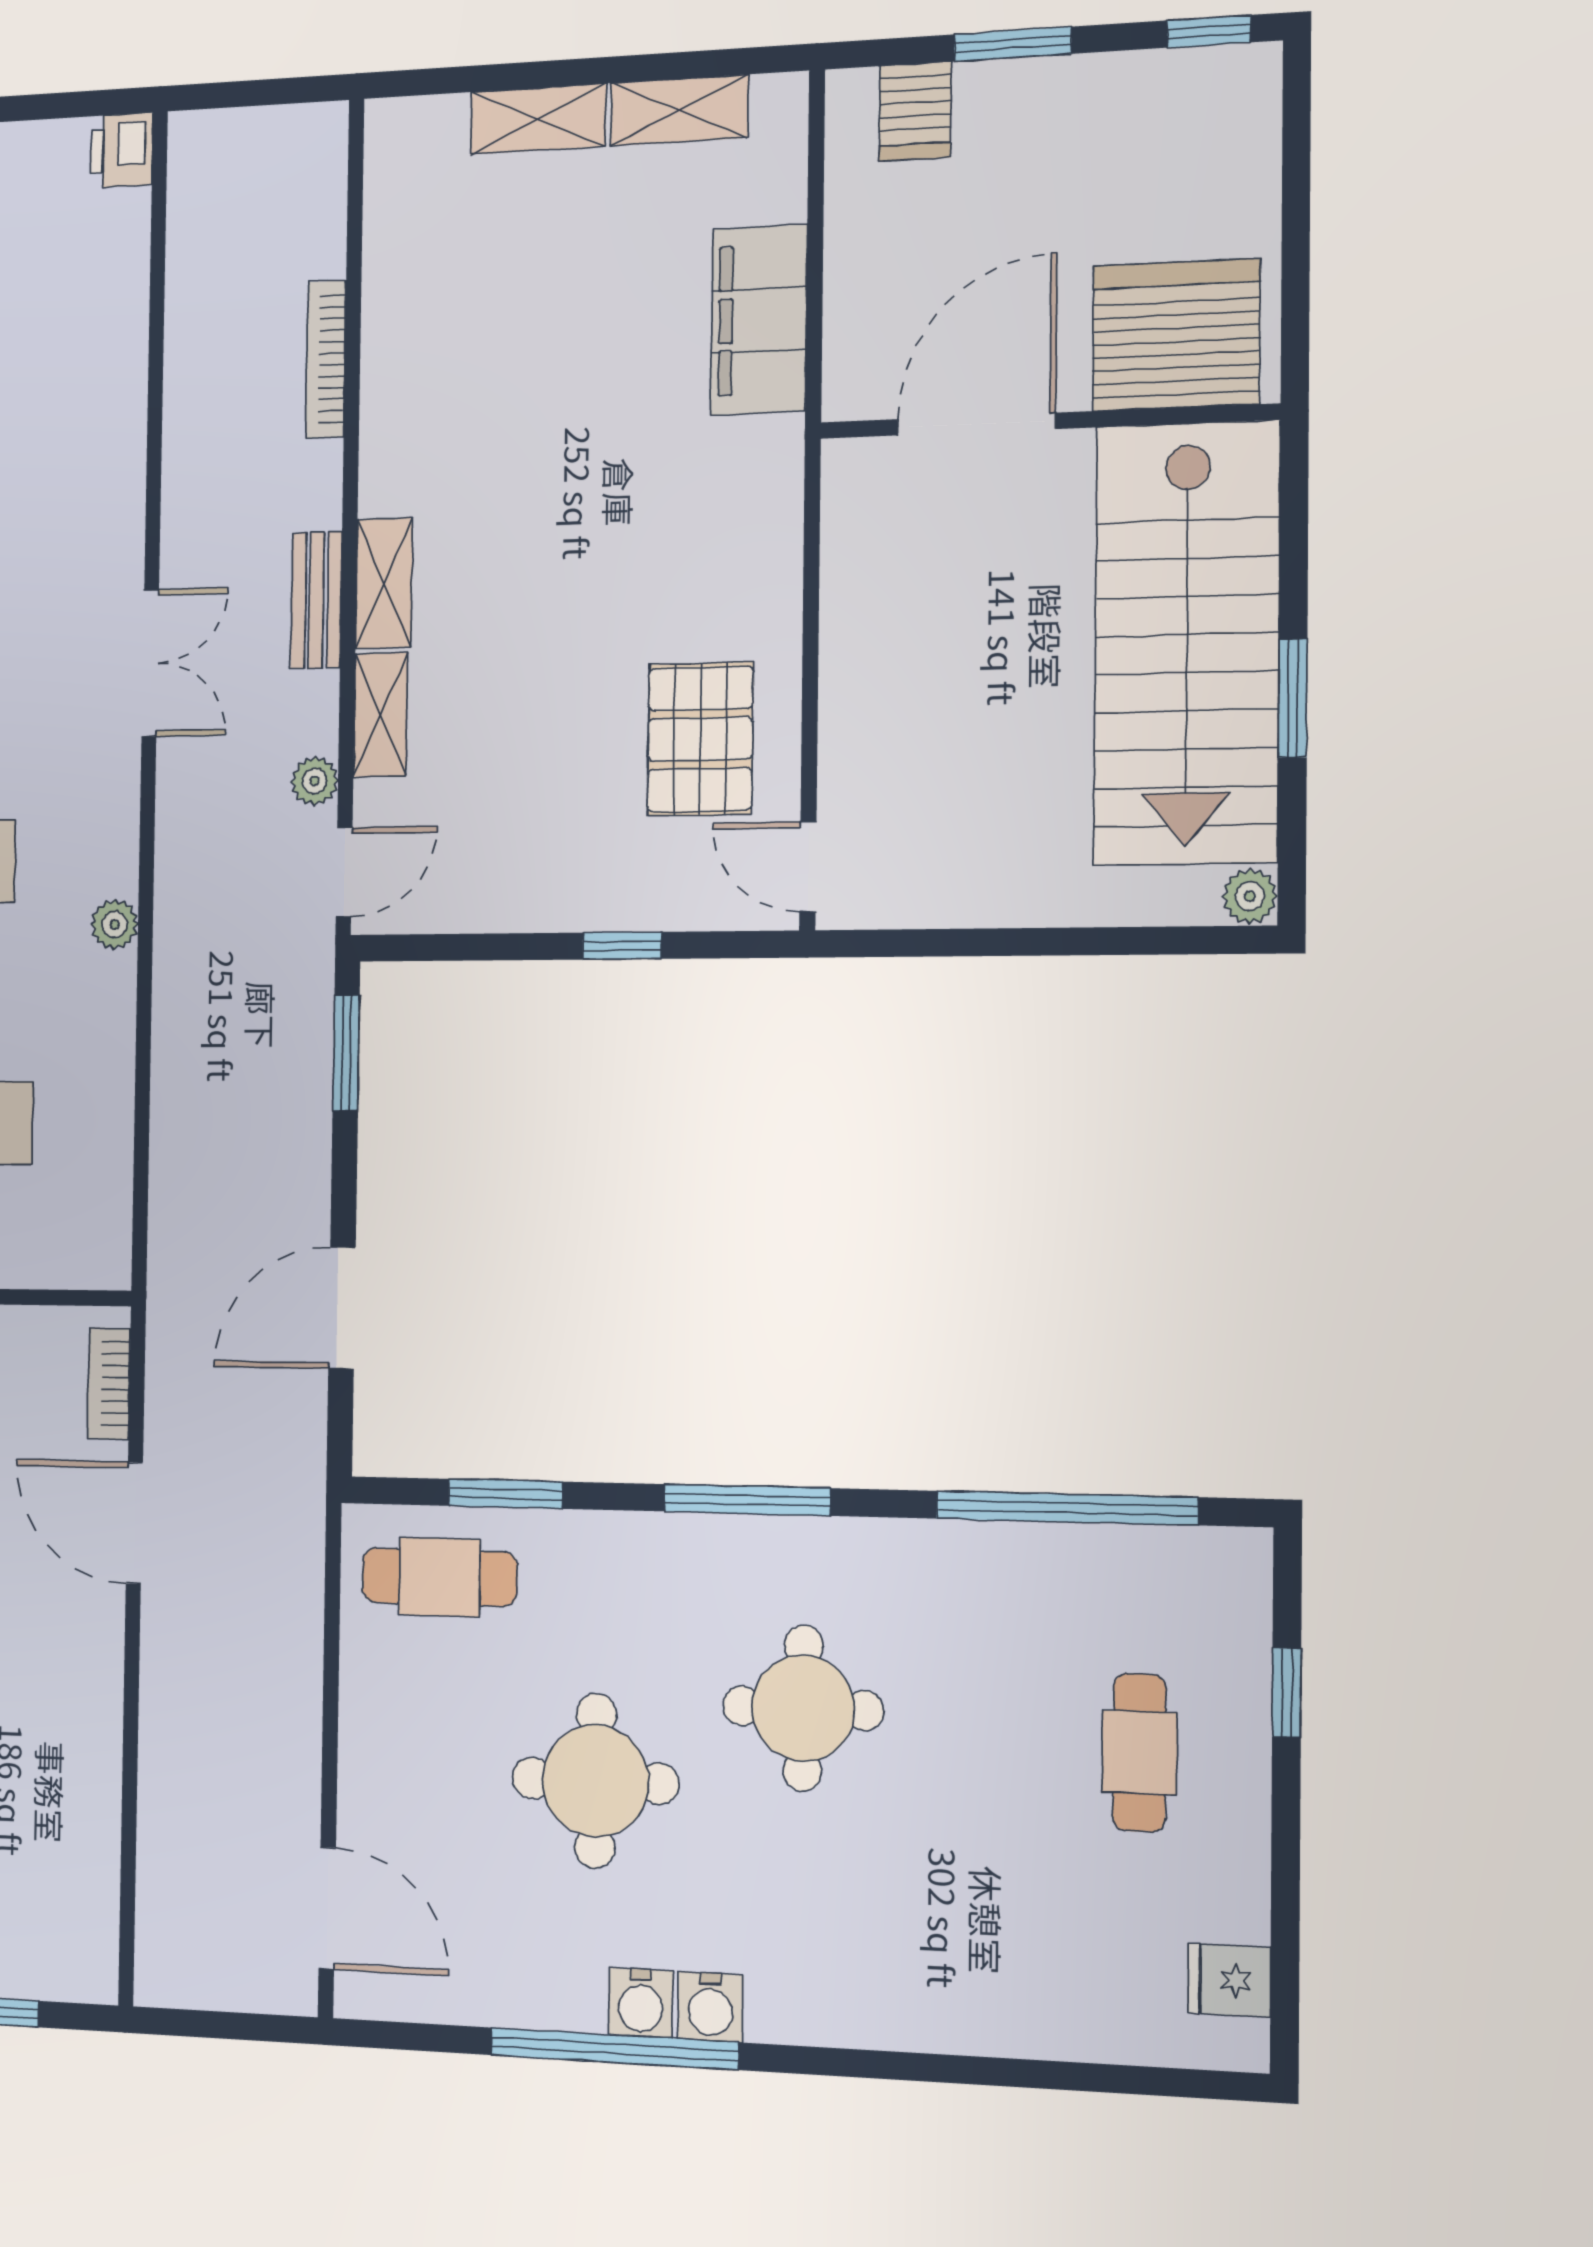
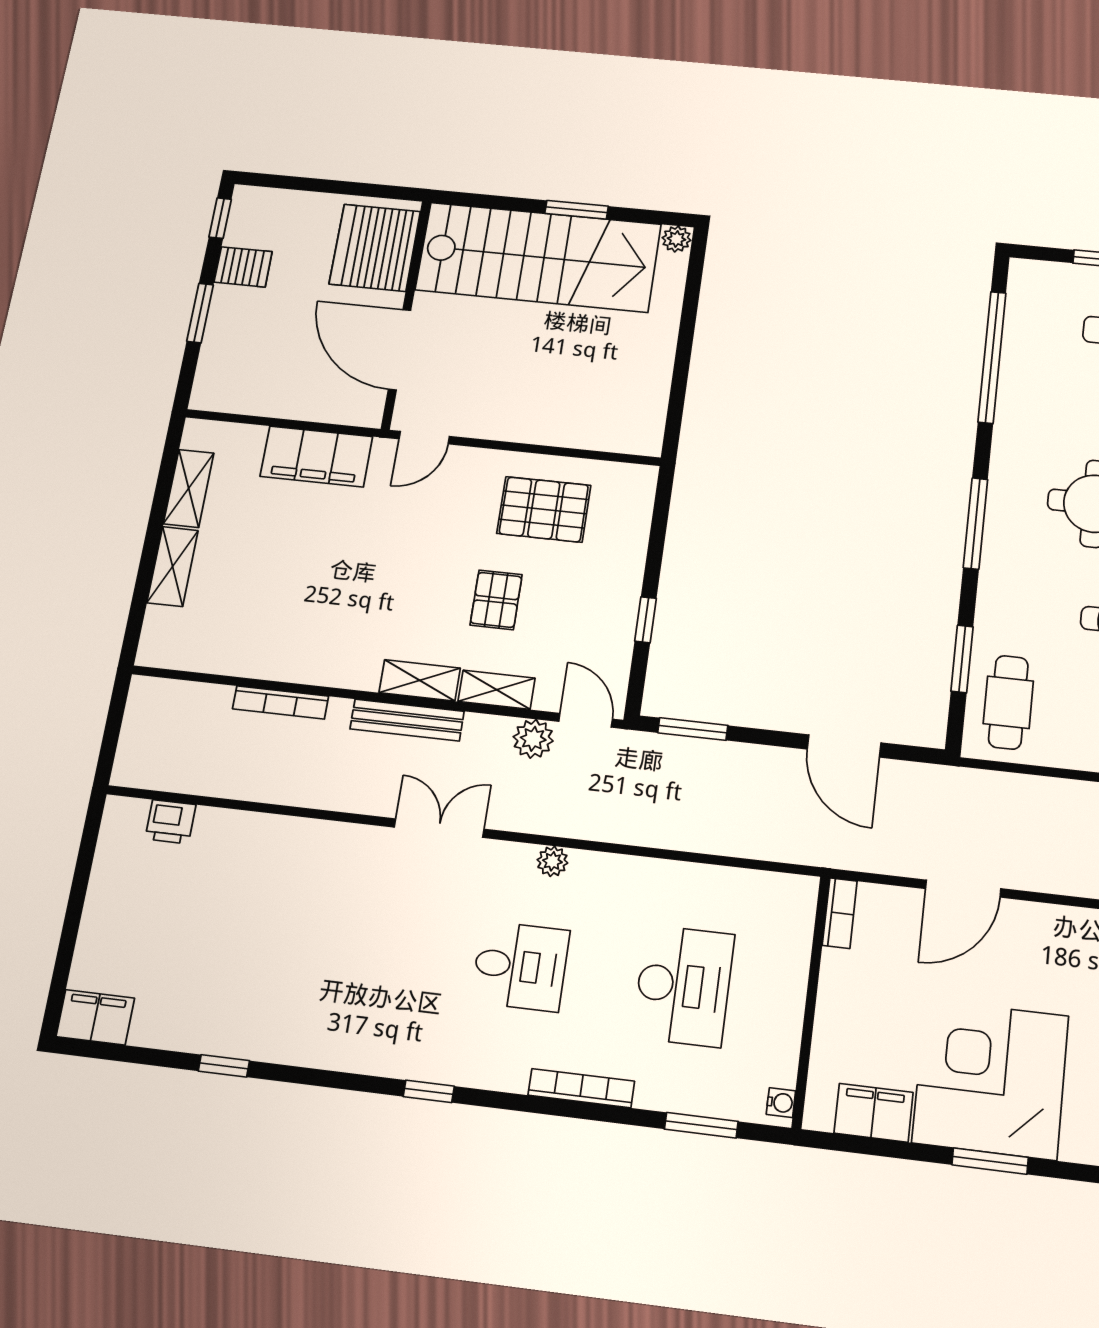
server rack: (915, 112) -> (243, 267), moved
printer: (122, 150) -> (170, 822), moved
bench: (316, 600) -> (407, 720), width x1.36
pallet: (532, 686) -> (496, 600), added
plant: (315, 781) -> (533, 739), width x1.38, depth x1.38
door: (808, 867) -> (424, 438), moved
plant: (115, 924) -> (552, 861), moved
window: (622, 946) -> (646, 620), moved
bookcase: (109, 1384) -> (840, 913), moved, turned -90

